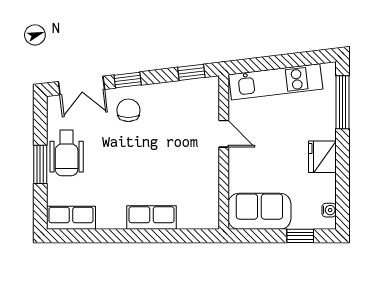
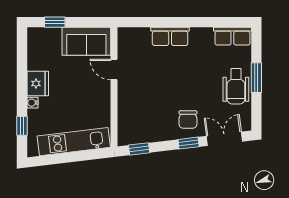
window: (342, 102) -> (22, 126), width x0.46
door: (224, 134) -> (114, 70), moved
wheelchair: (67, 153) -> (236, 86), turned 180
water cooler: (329, 210) -> (32, 103), moved

